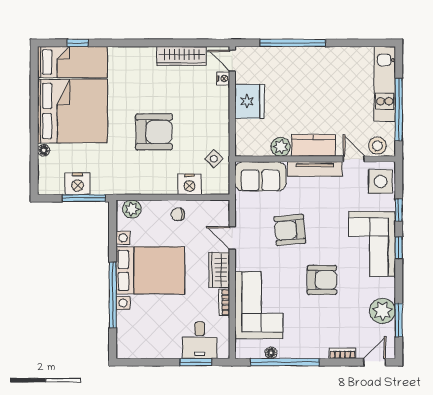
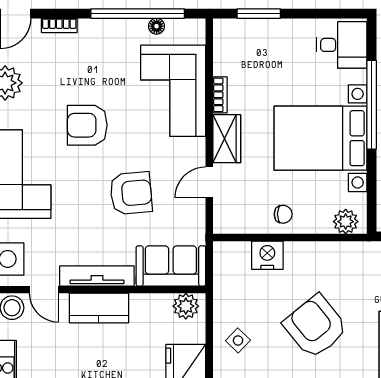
armchair: (154, 132) -> (315, 326), turned 51
plant: (281, 147) -> (186, 306), moved
side table: (214, 159) -> (238, 340), moved
door: (232, 238) -> (209, 182), swing flipped
desk: (200, 340) -> (342, 45), moved, turned 90

